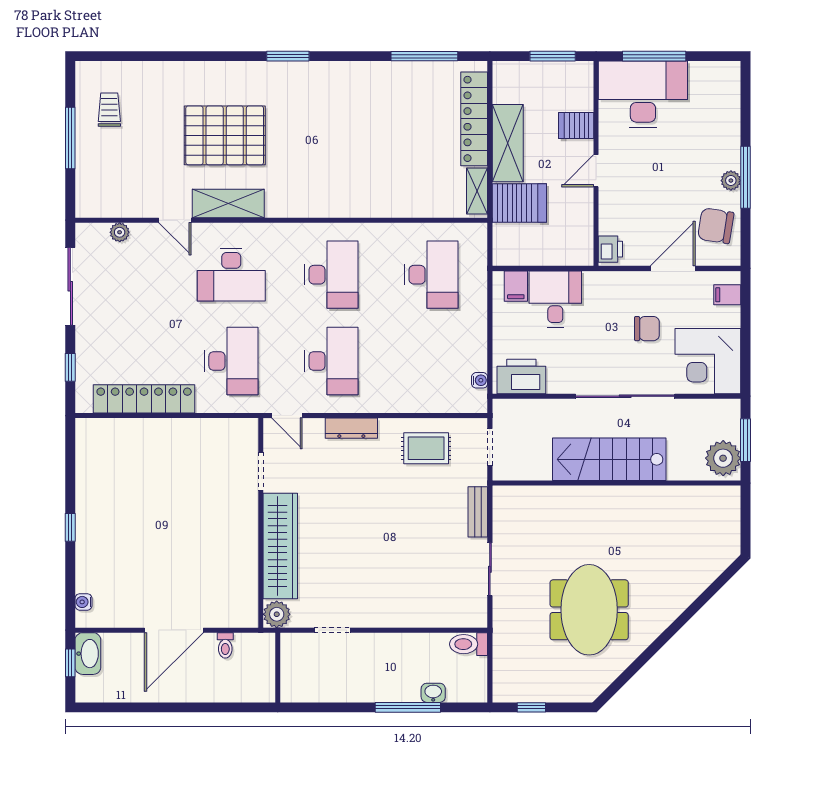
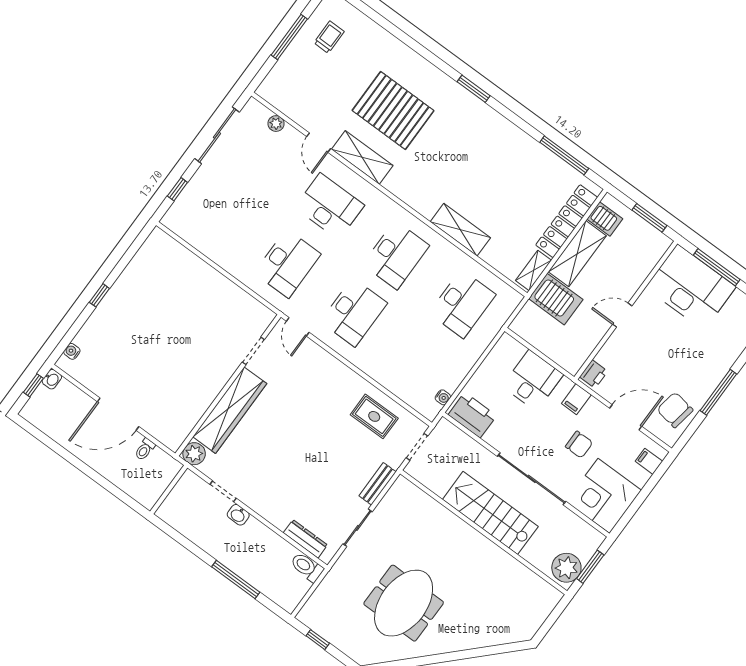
server rack: (576, 125) -> (605, 219), moved, turned 180
plant: (731, 181) -> (707, 387), removed
shelving: (376, 204) -> (460, 230), added
desk: (231, 275) -> (329, 206), turned 180
filing cabinet: (516, 286) -> (576, 399), moved
locker: (144, 399) -> (211, 246), removed
dresser: (351, 428) -> (305, 539), moved, turned 180
washbasin: (88, 654) -> (52, 379), width x0.52, depth x0.69
washbasin: (433, 693) -> (238, 515), moved, turned 180

